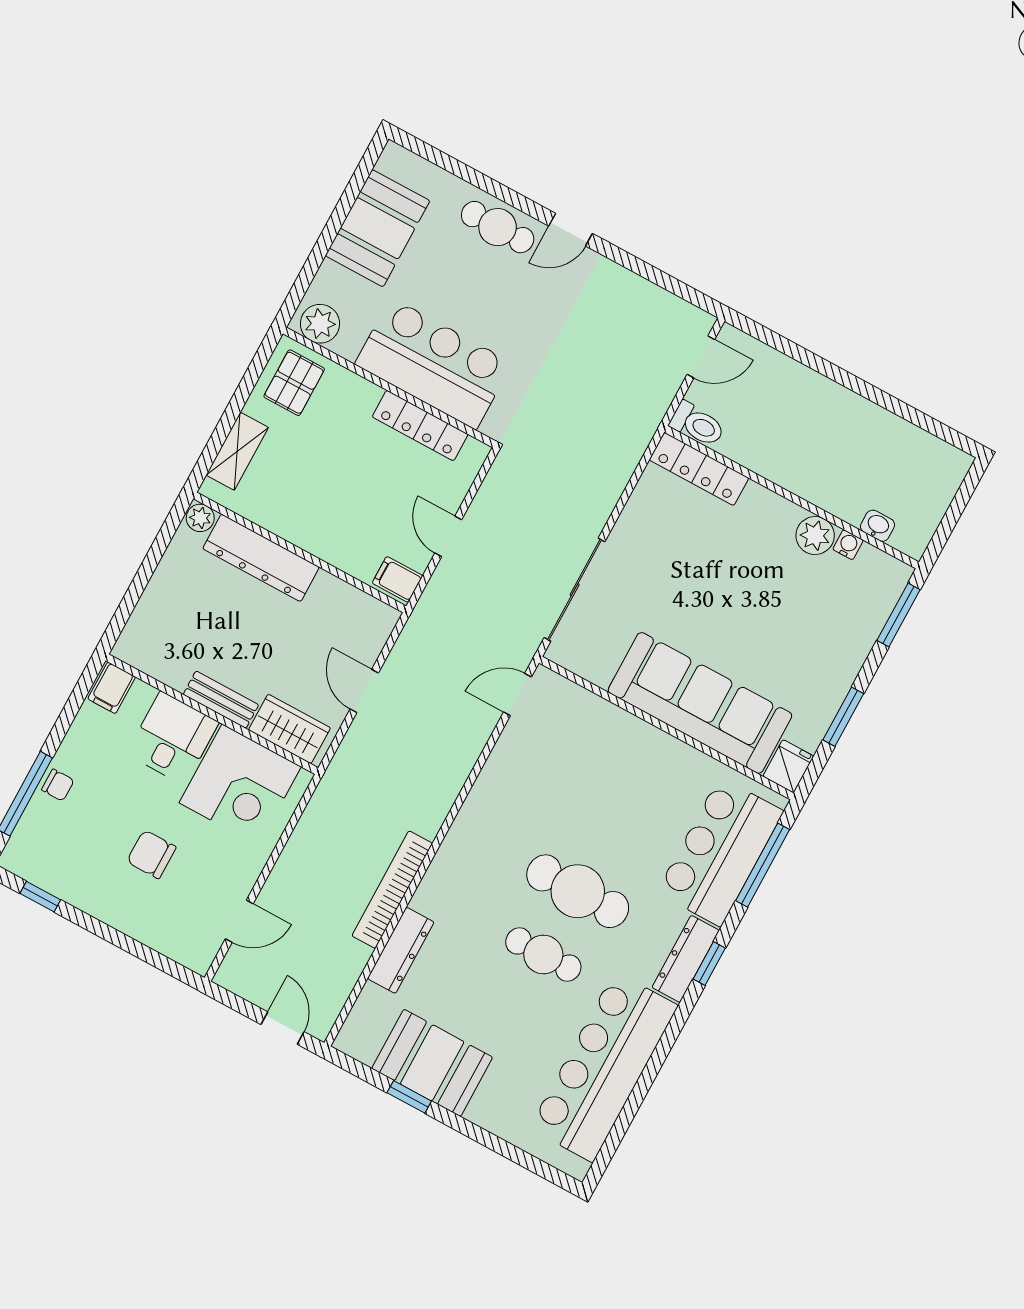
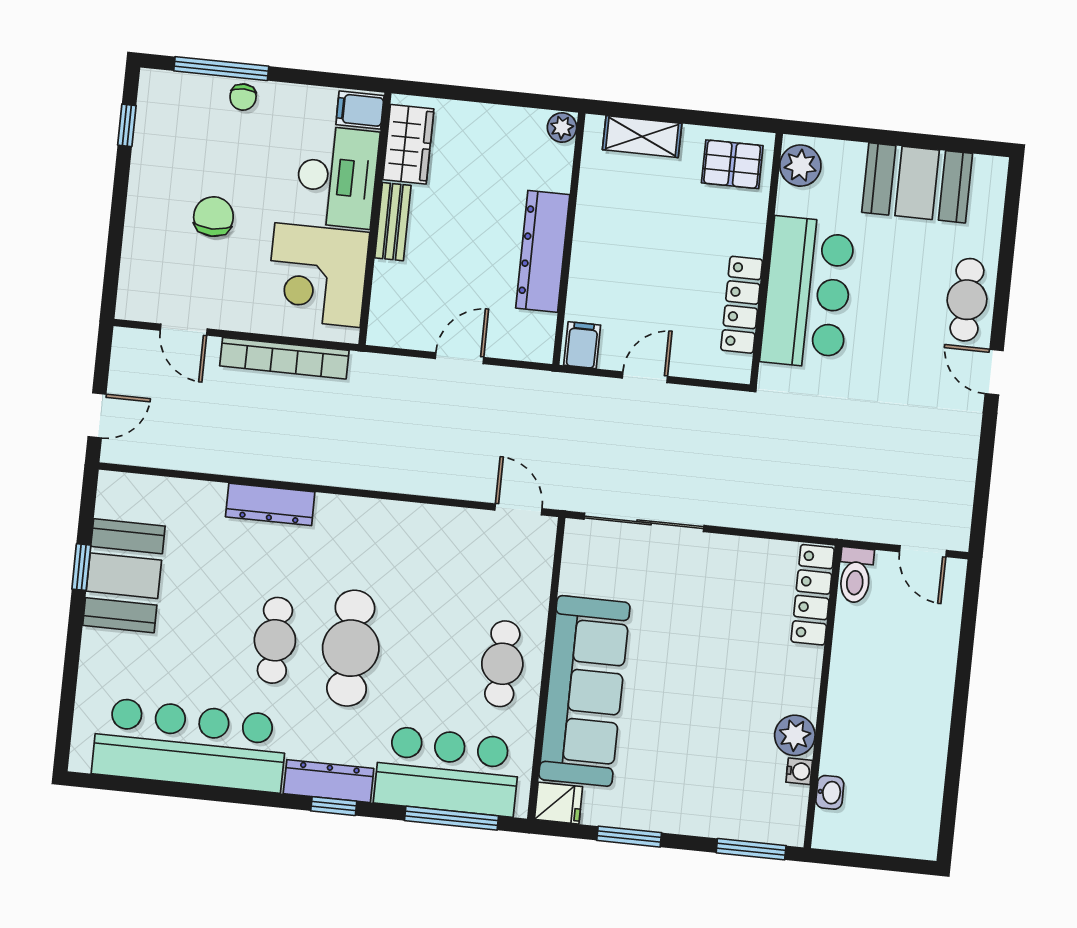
dresser: (261, 558) -> (543, 251), moved
wardrobe: (290, 729) -> (408, 144), moved
desk: (173, 738) -> (337, 177), width x1.37
cafe table: (646, 765) -> (502, 664), added
bookcase: (392, 890) -> (284, 358), moved, turned 180
dresser: (401, 950) -> (270, 504), moved

